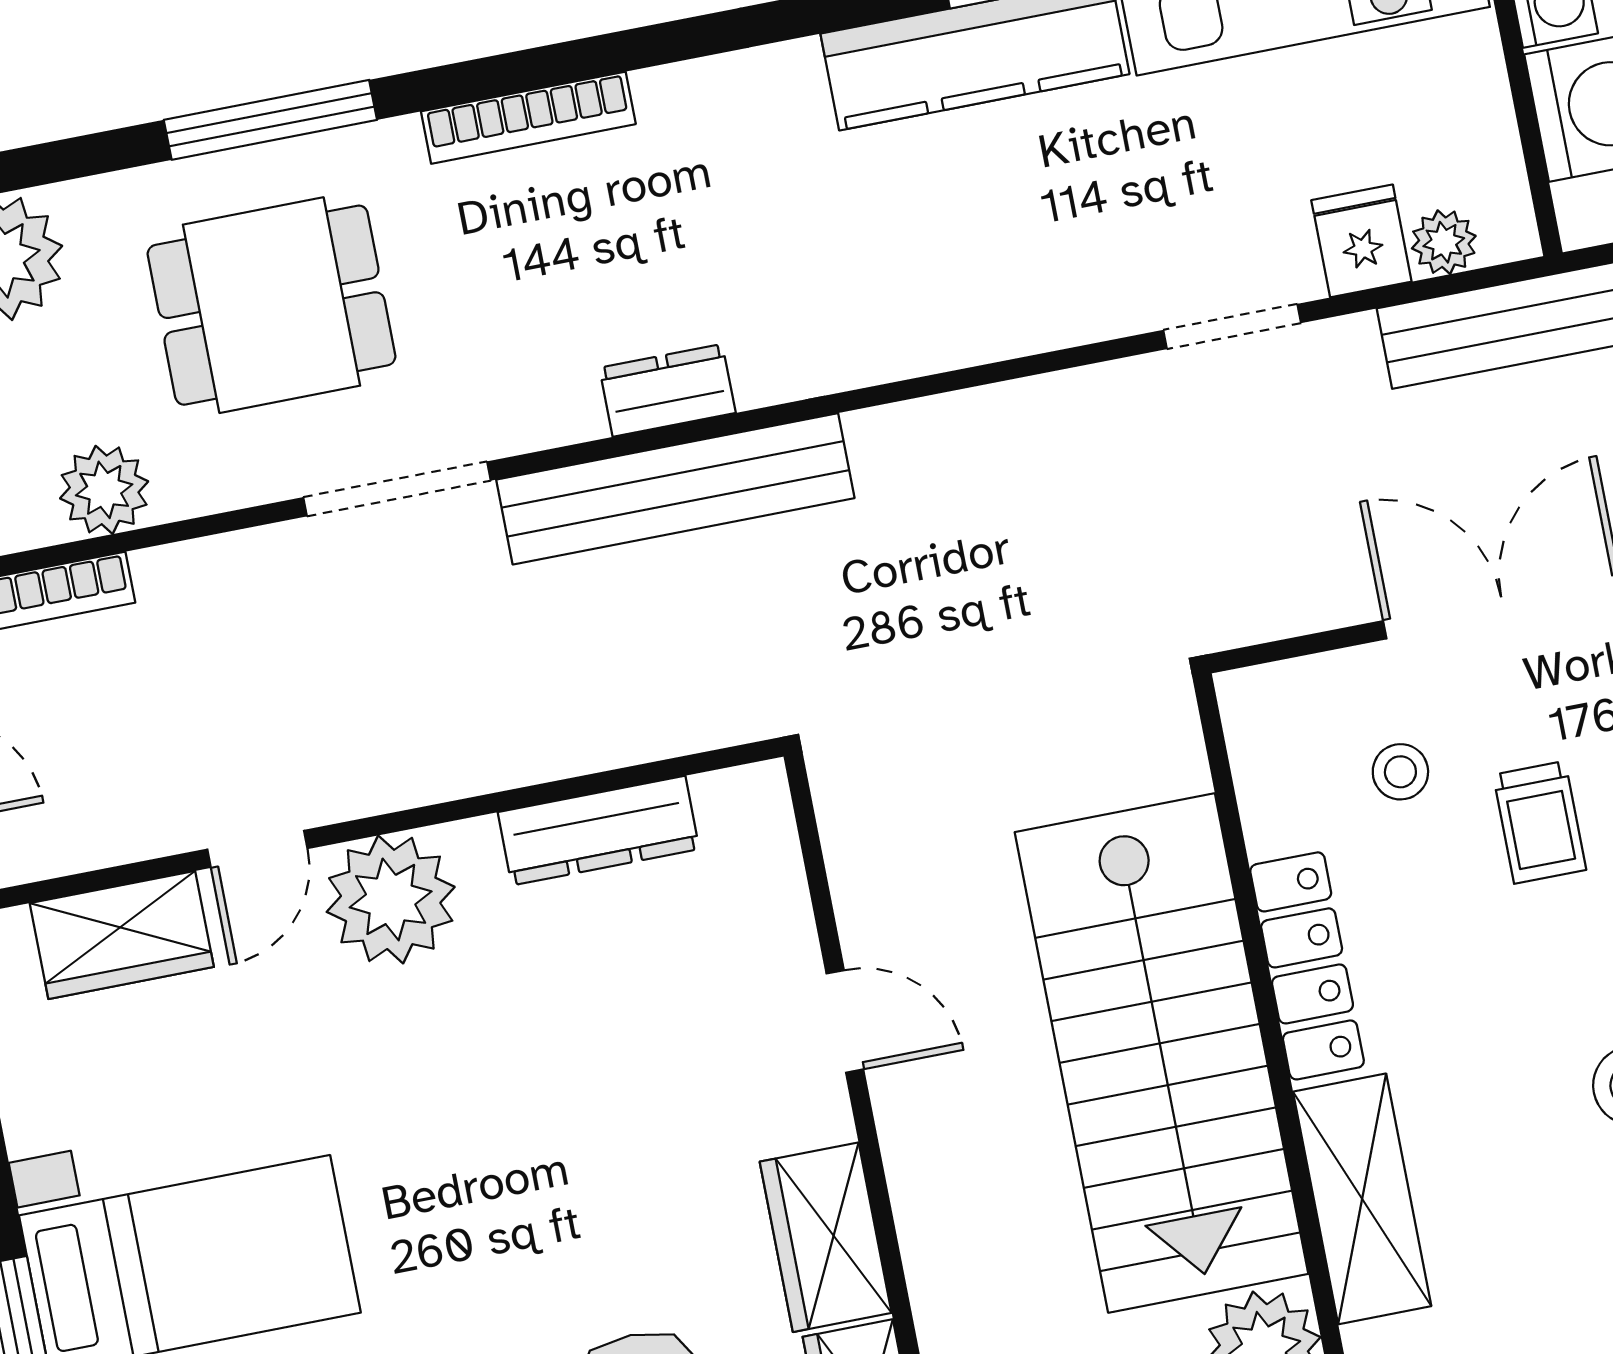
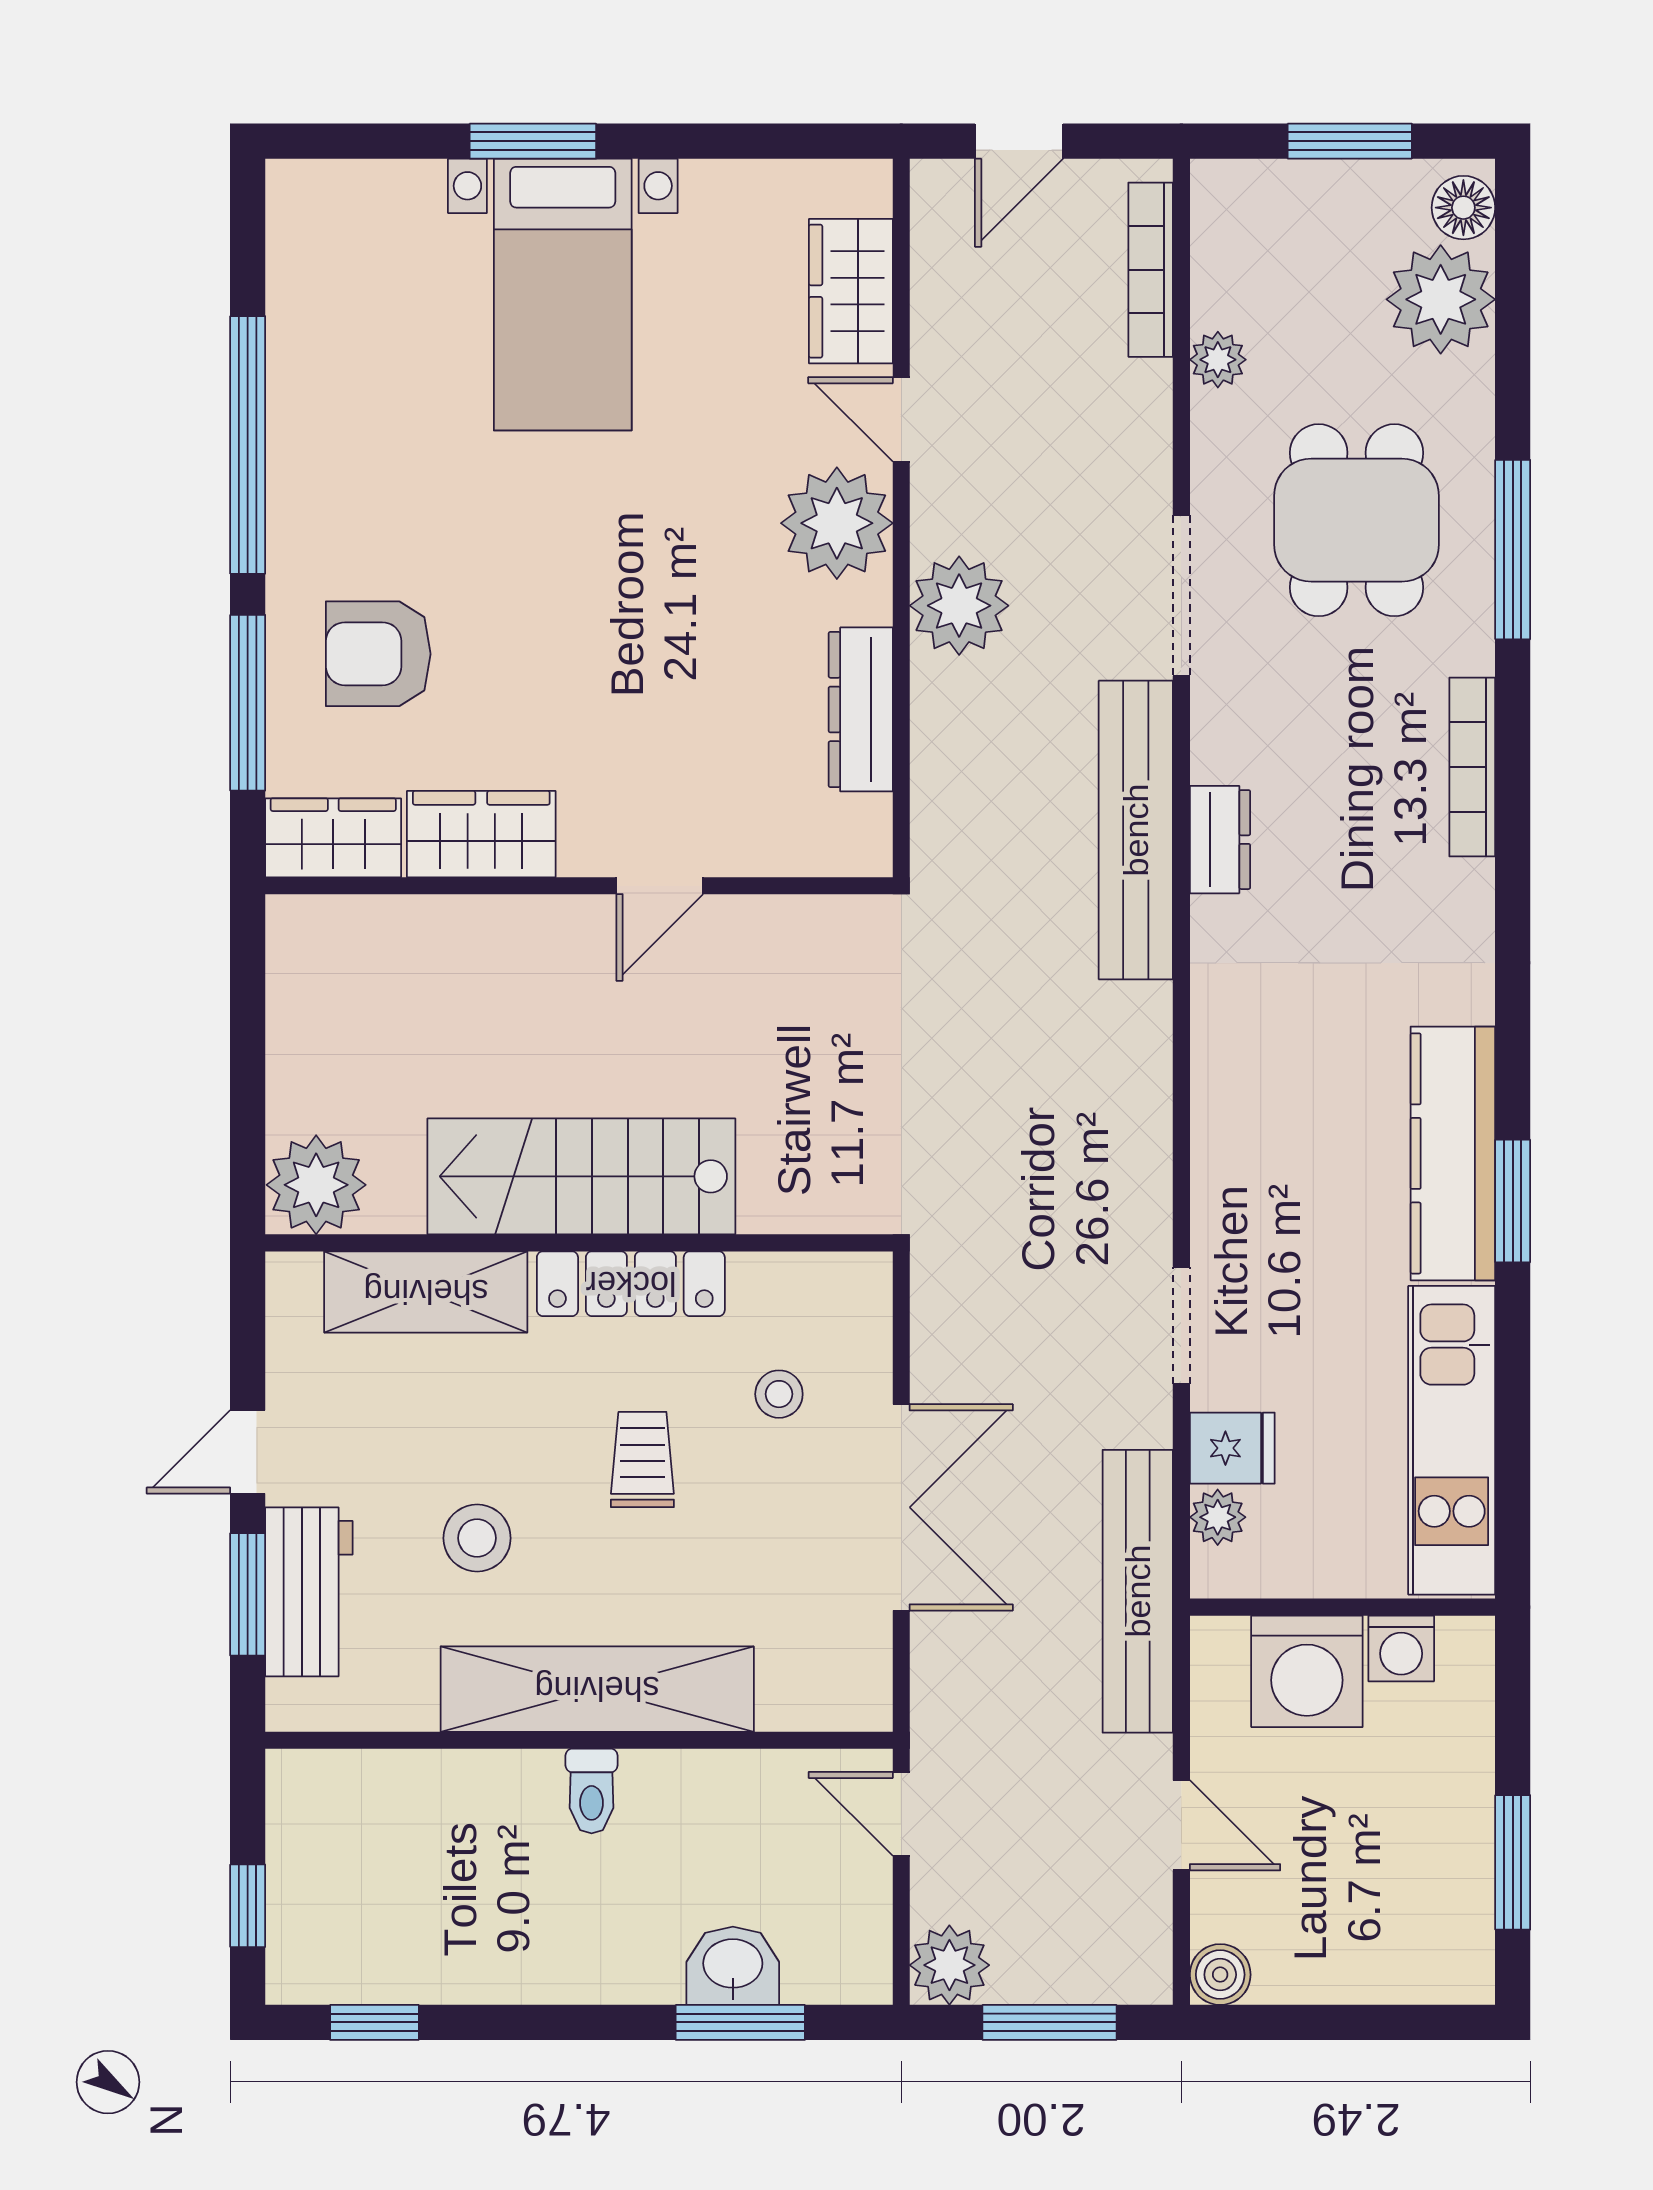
plant: (104, 490) -> (1218, 360), width x0.73, depth x0.73
plant: (458, 741) -> (959, 606), added
trolley: (1540, 822) -> (642, 1460), moved, turned 90
stairs: (1162, 1053) -> (581, 1176), width x0.73, depth x0.66

